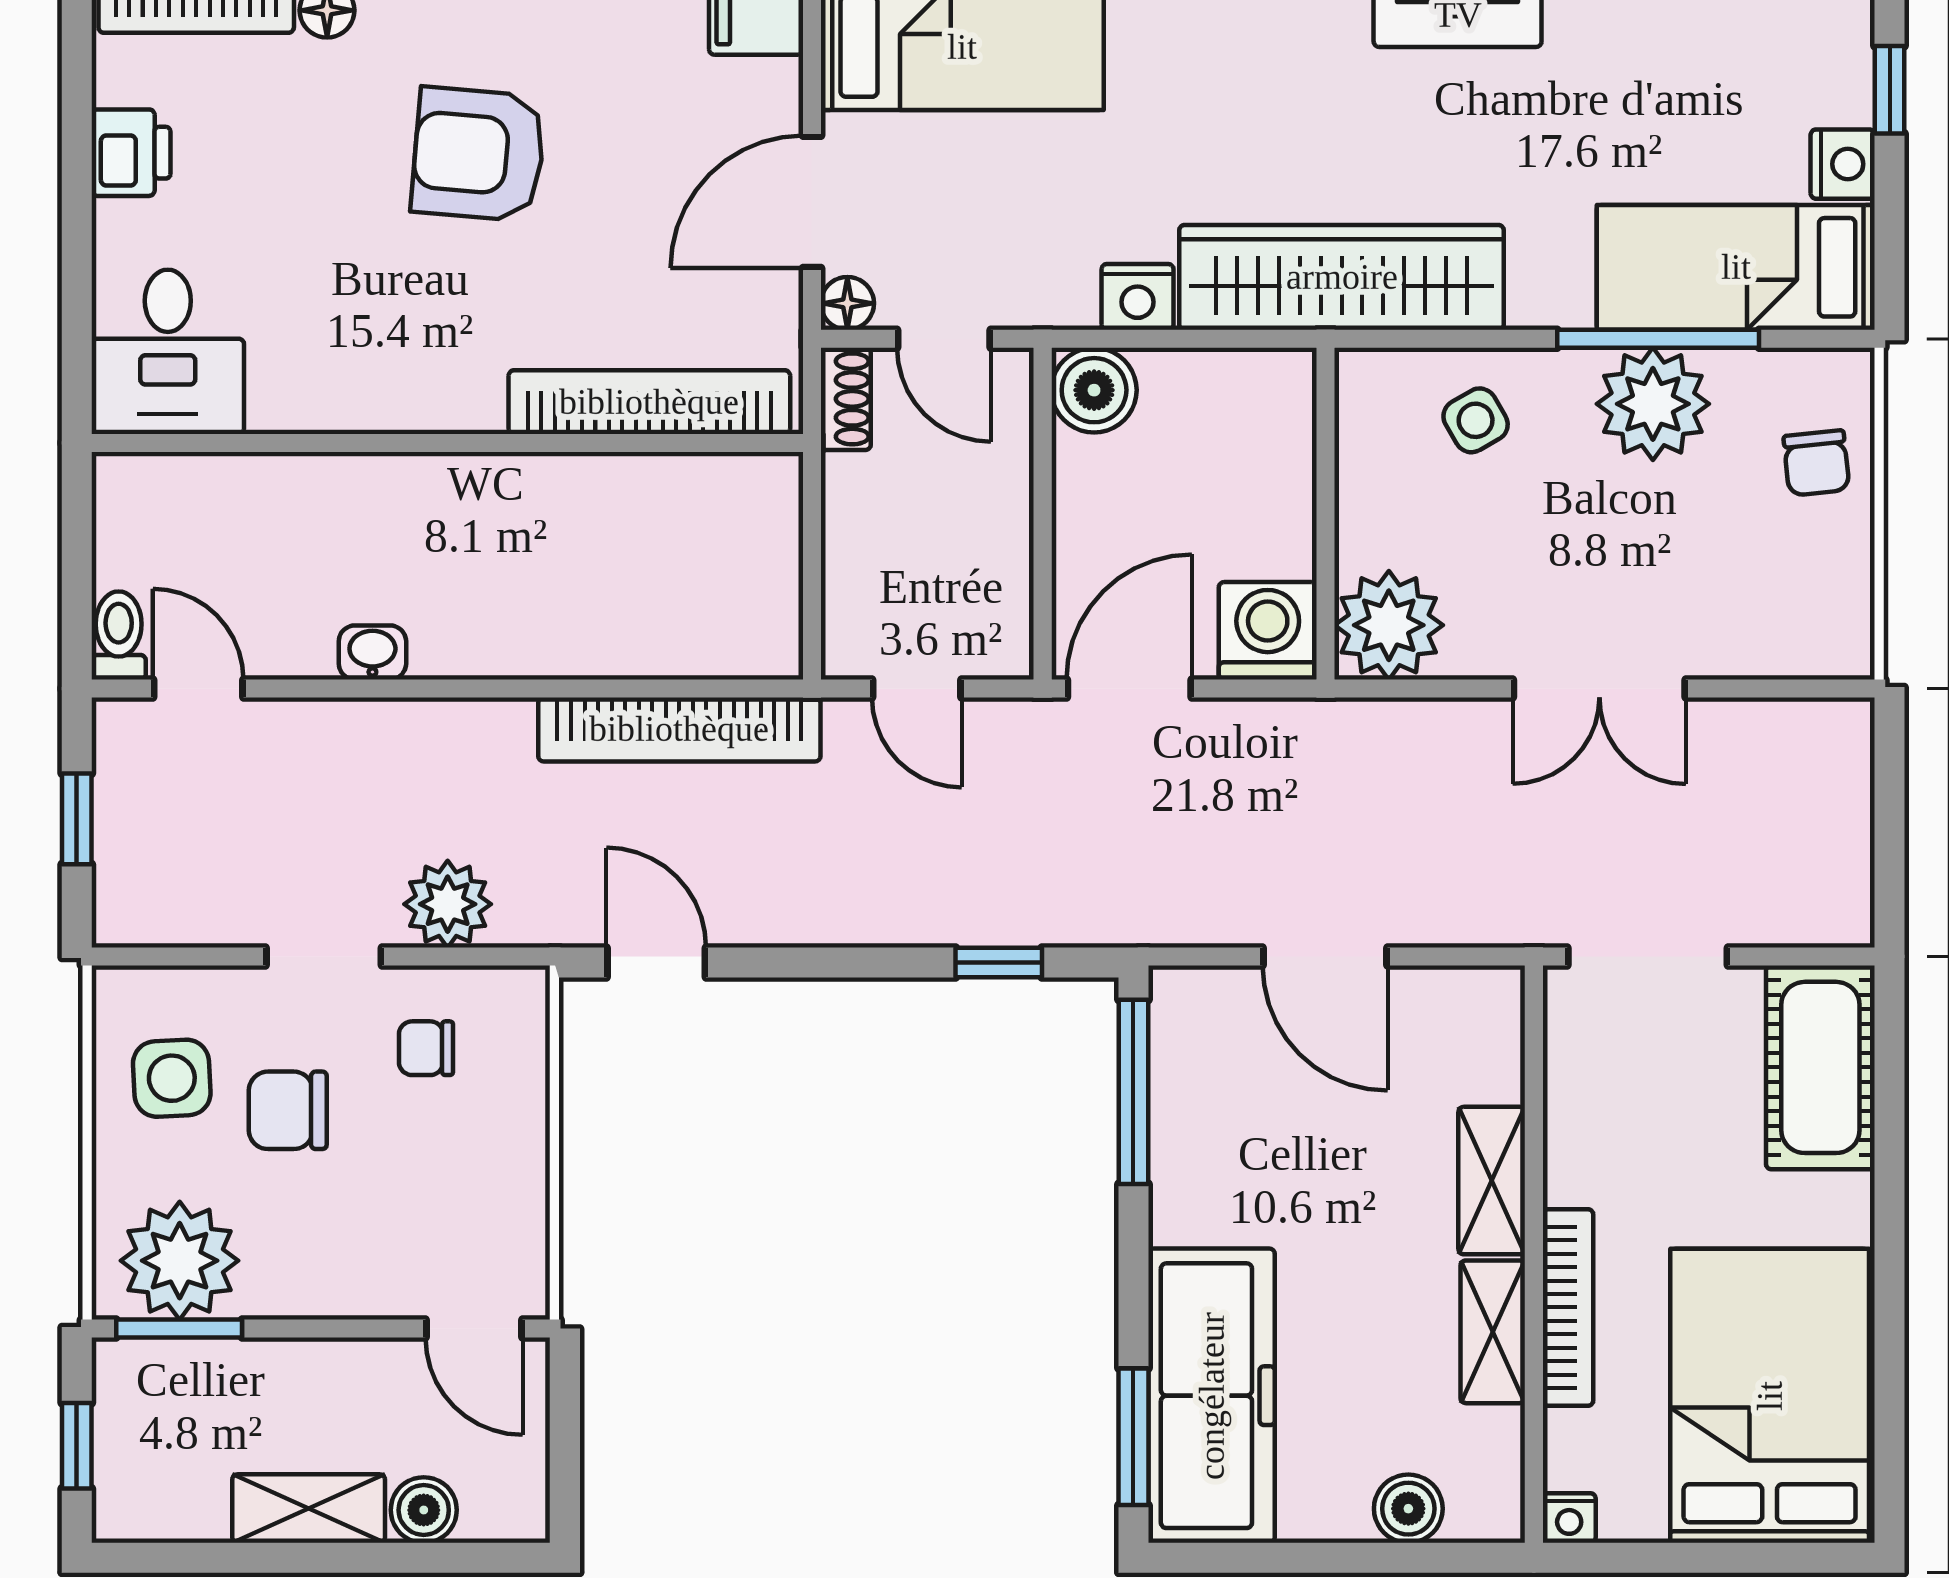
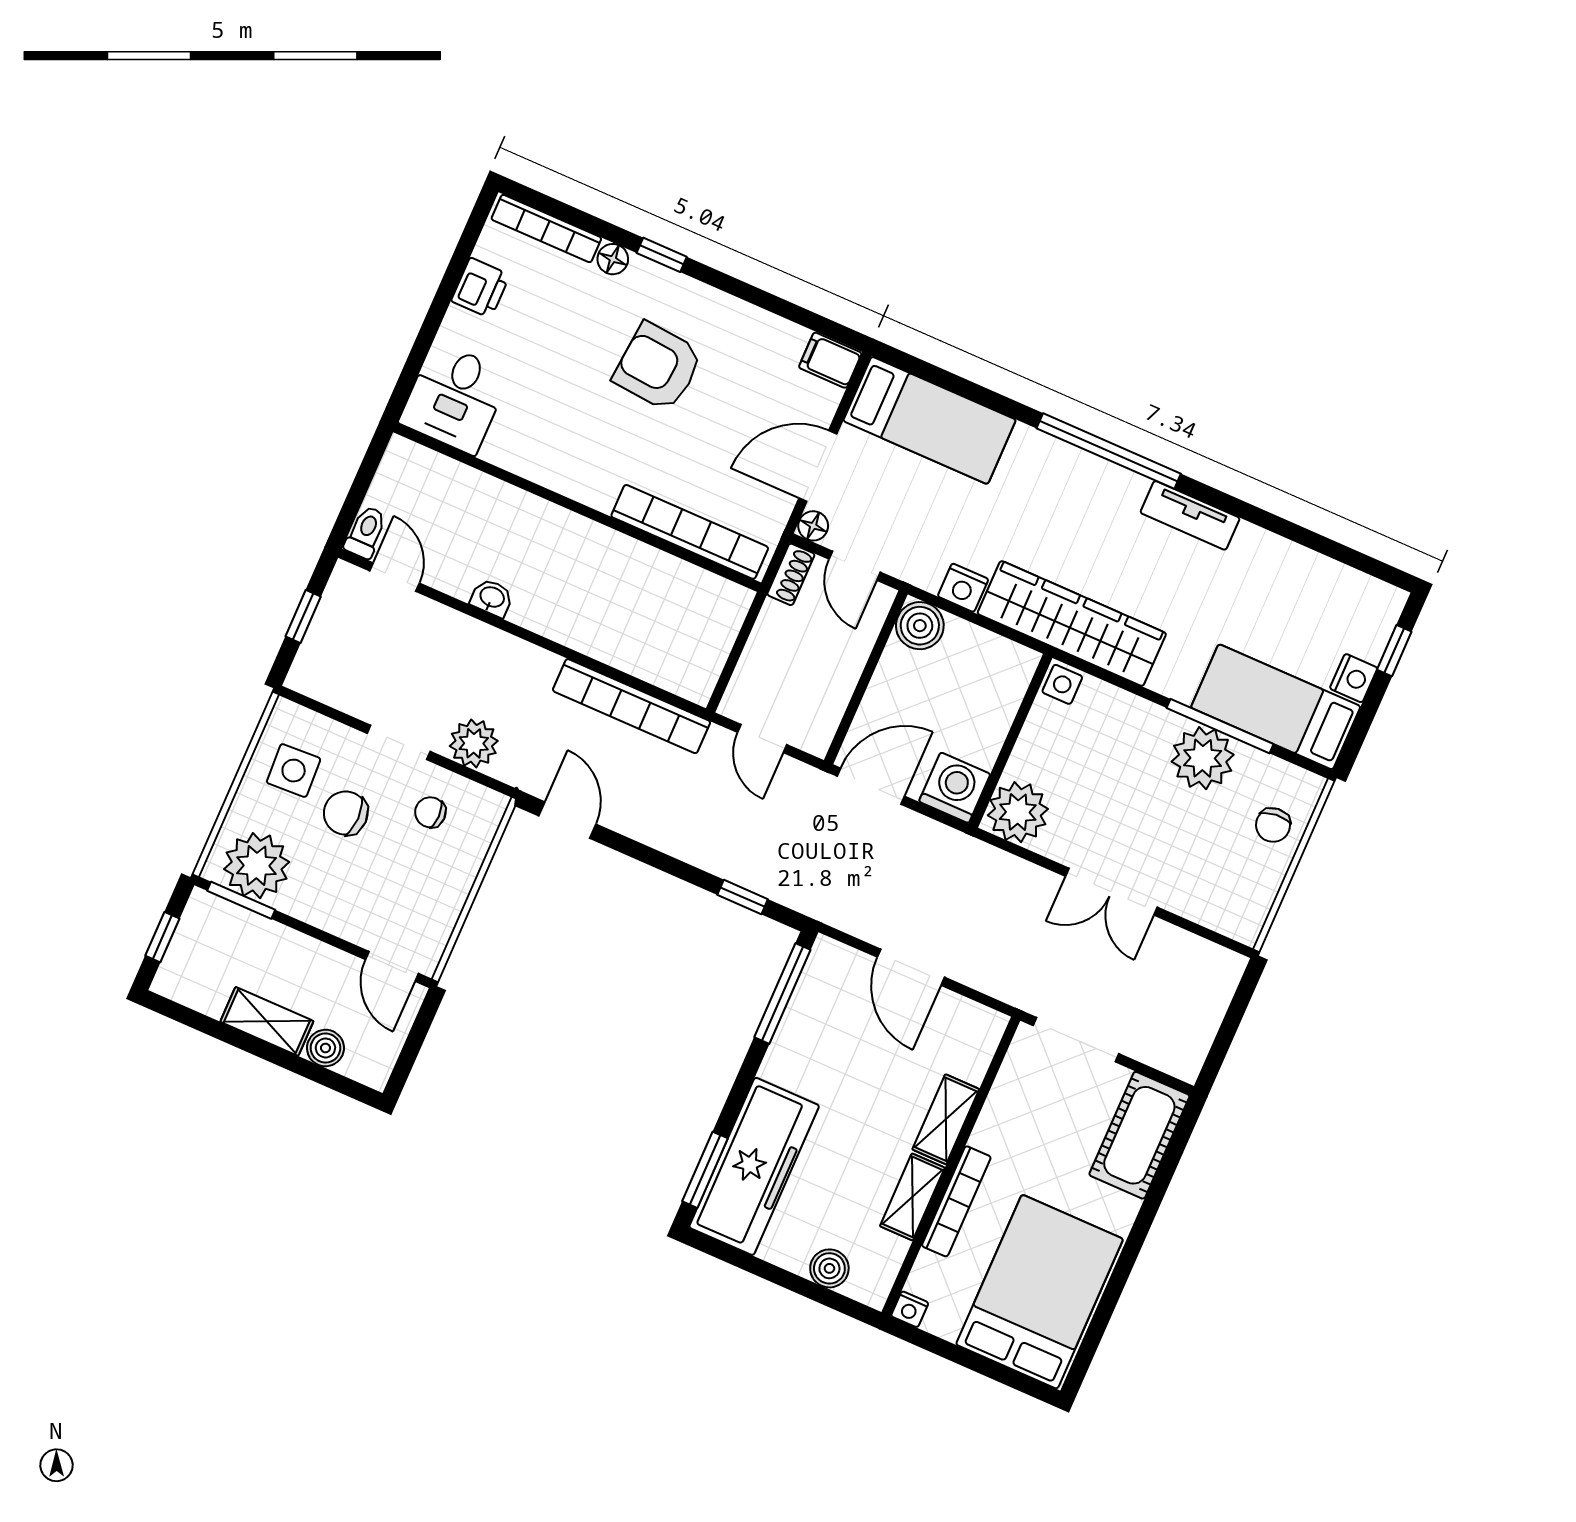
side table: (1476, 420) -> (1062, 684), moved, turned 30

